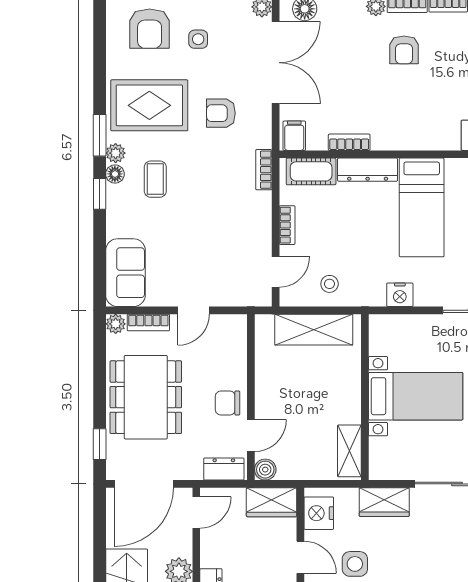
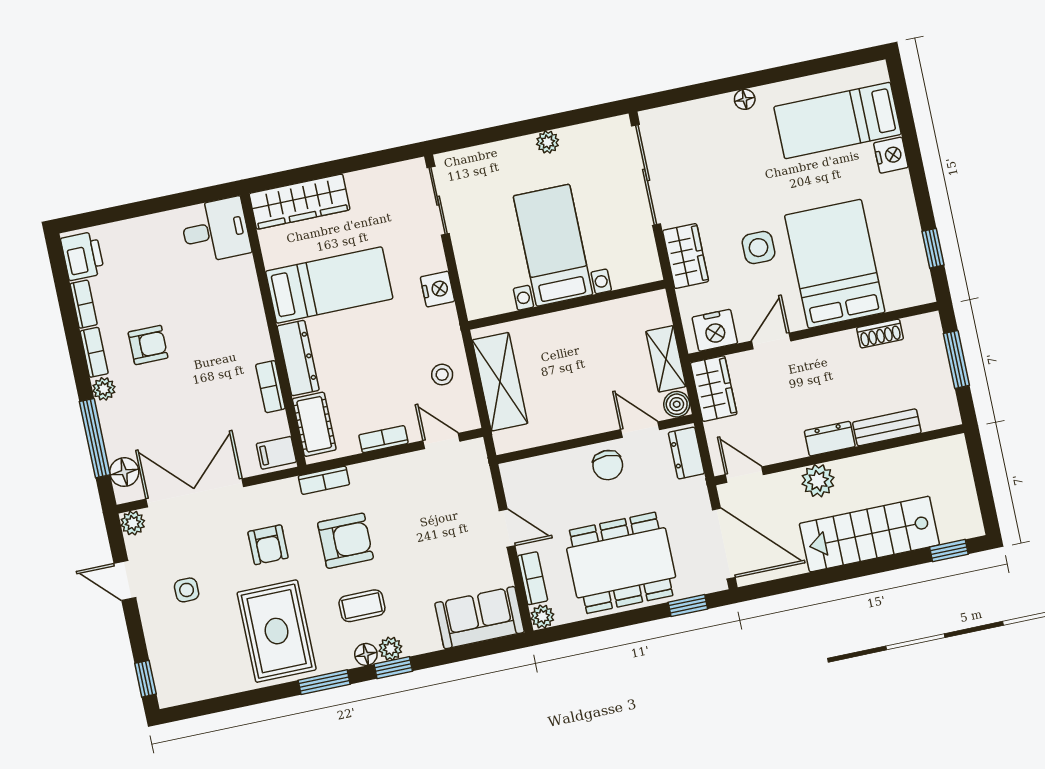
armchair: (150, 29) -> (345, 541), moved
plant: (116, 153) -> (390, 649), moved
shelving: (349, 451) -> (666, 359), moved, turned 90
side table: (355, 564) -> (759, 248), moved

